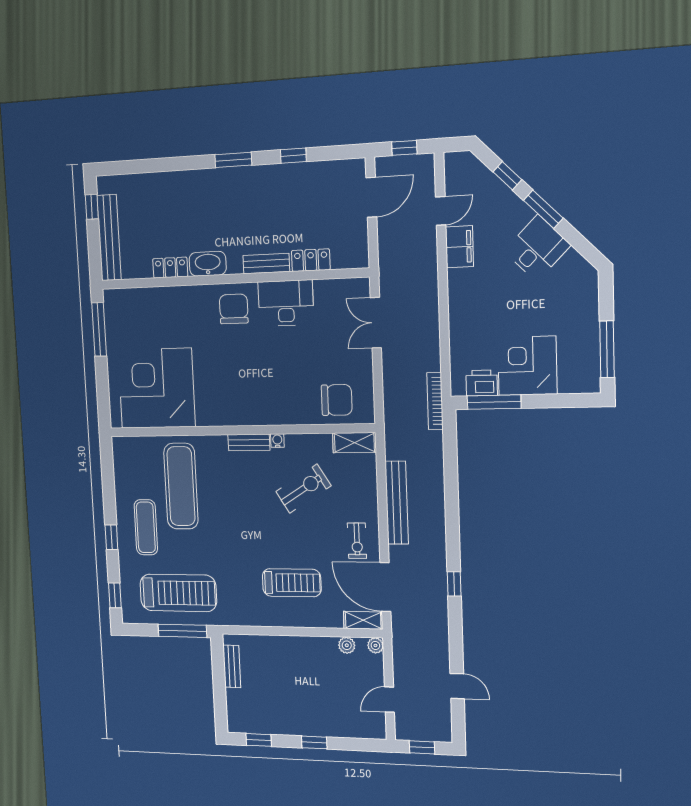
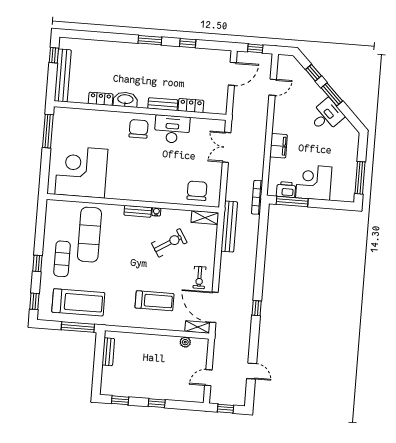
filing cabinet: (459, 247) -> (279, 146), moved
chair: (337, 400) -> (197, 191), turned -90
bench: (397, 503) -> (229, 227), moved
plant: (375, 645) -> (203, 343), removed

